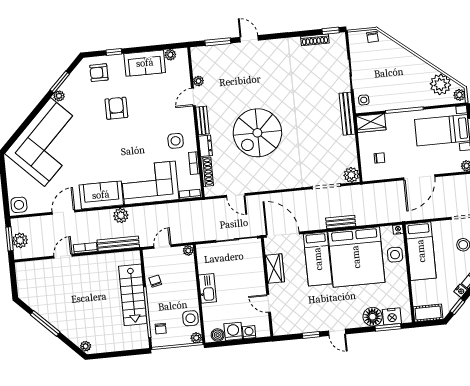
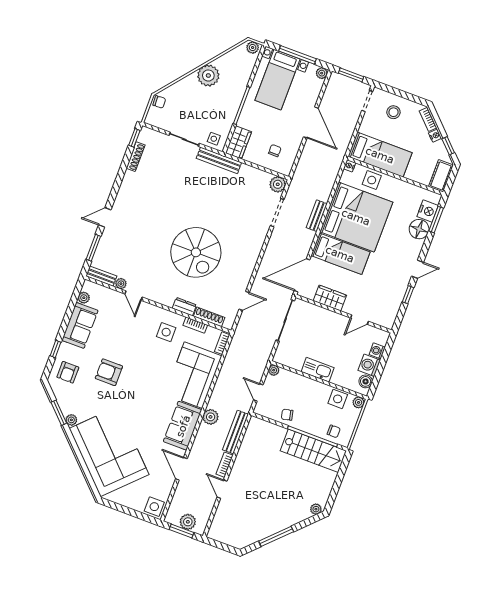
plant: (440, 84) -> (208, 76), moved
bench: (202, 120) -> (101, 276), moved
stairs: (133, 295) -> (313, 451), moved

